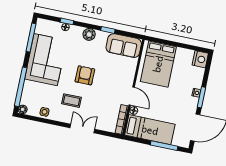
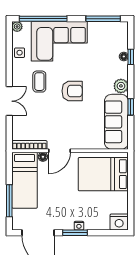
sofa: (124, 46) -> (116, 122), width x1.36
corner sofa: (46, 60) -> (59, 41), moved

